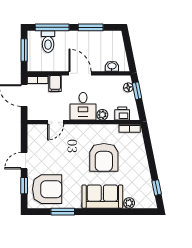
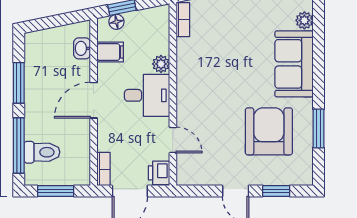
filing cabinet: (55, 84) -> (110, 52), moved
printer: (122, 114) -> (159, 173), moved
armchair: (104, 157) -> (230, 61), removed
armchair: (47, 189) -> (269, 131), moved

